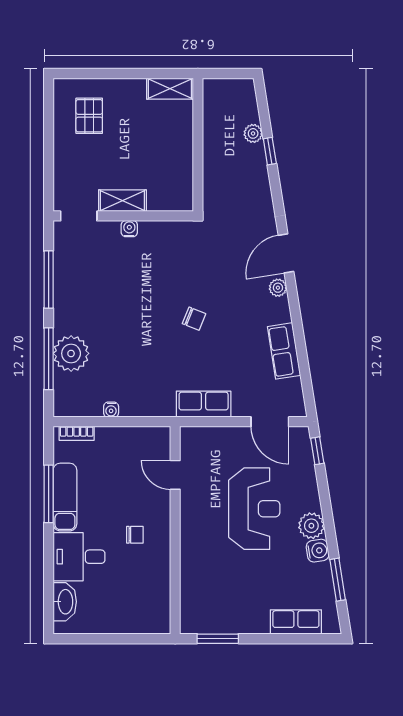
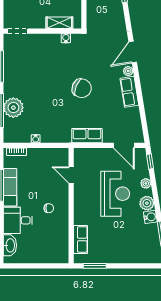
shelving: (122, 201) -> (59, 23), moved
water cooler: (129, 229) -> (66, 38), moved
chair: (194, 319) -> (82, 88), width x1.87, depth x1.87
row of seats: (284, 351) -> (129, 92), moved
plant: (310, 490) -> (146, 183), added
row of seats: (296, 622) -> (81, 239), moved, turned 90

